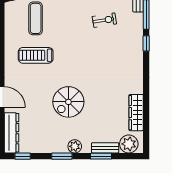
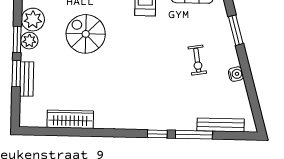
exercise bike: (104, 20) -> (197, 60), moved
plant: (129, 144) -> (33, 20), moved
window: (62, 156) -> (17, 40), moved

